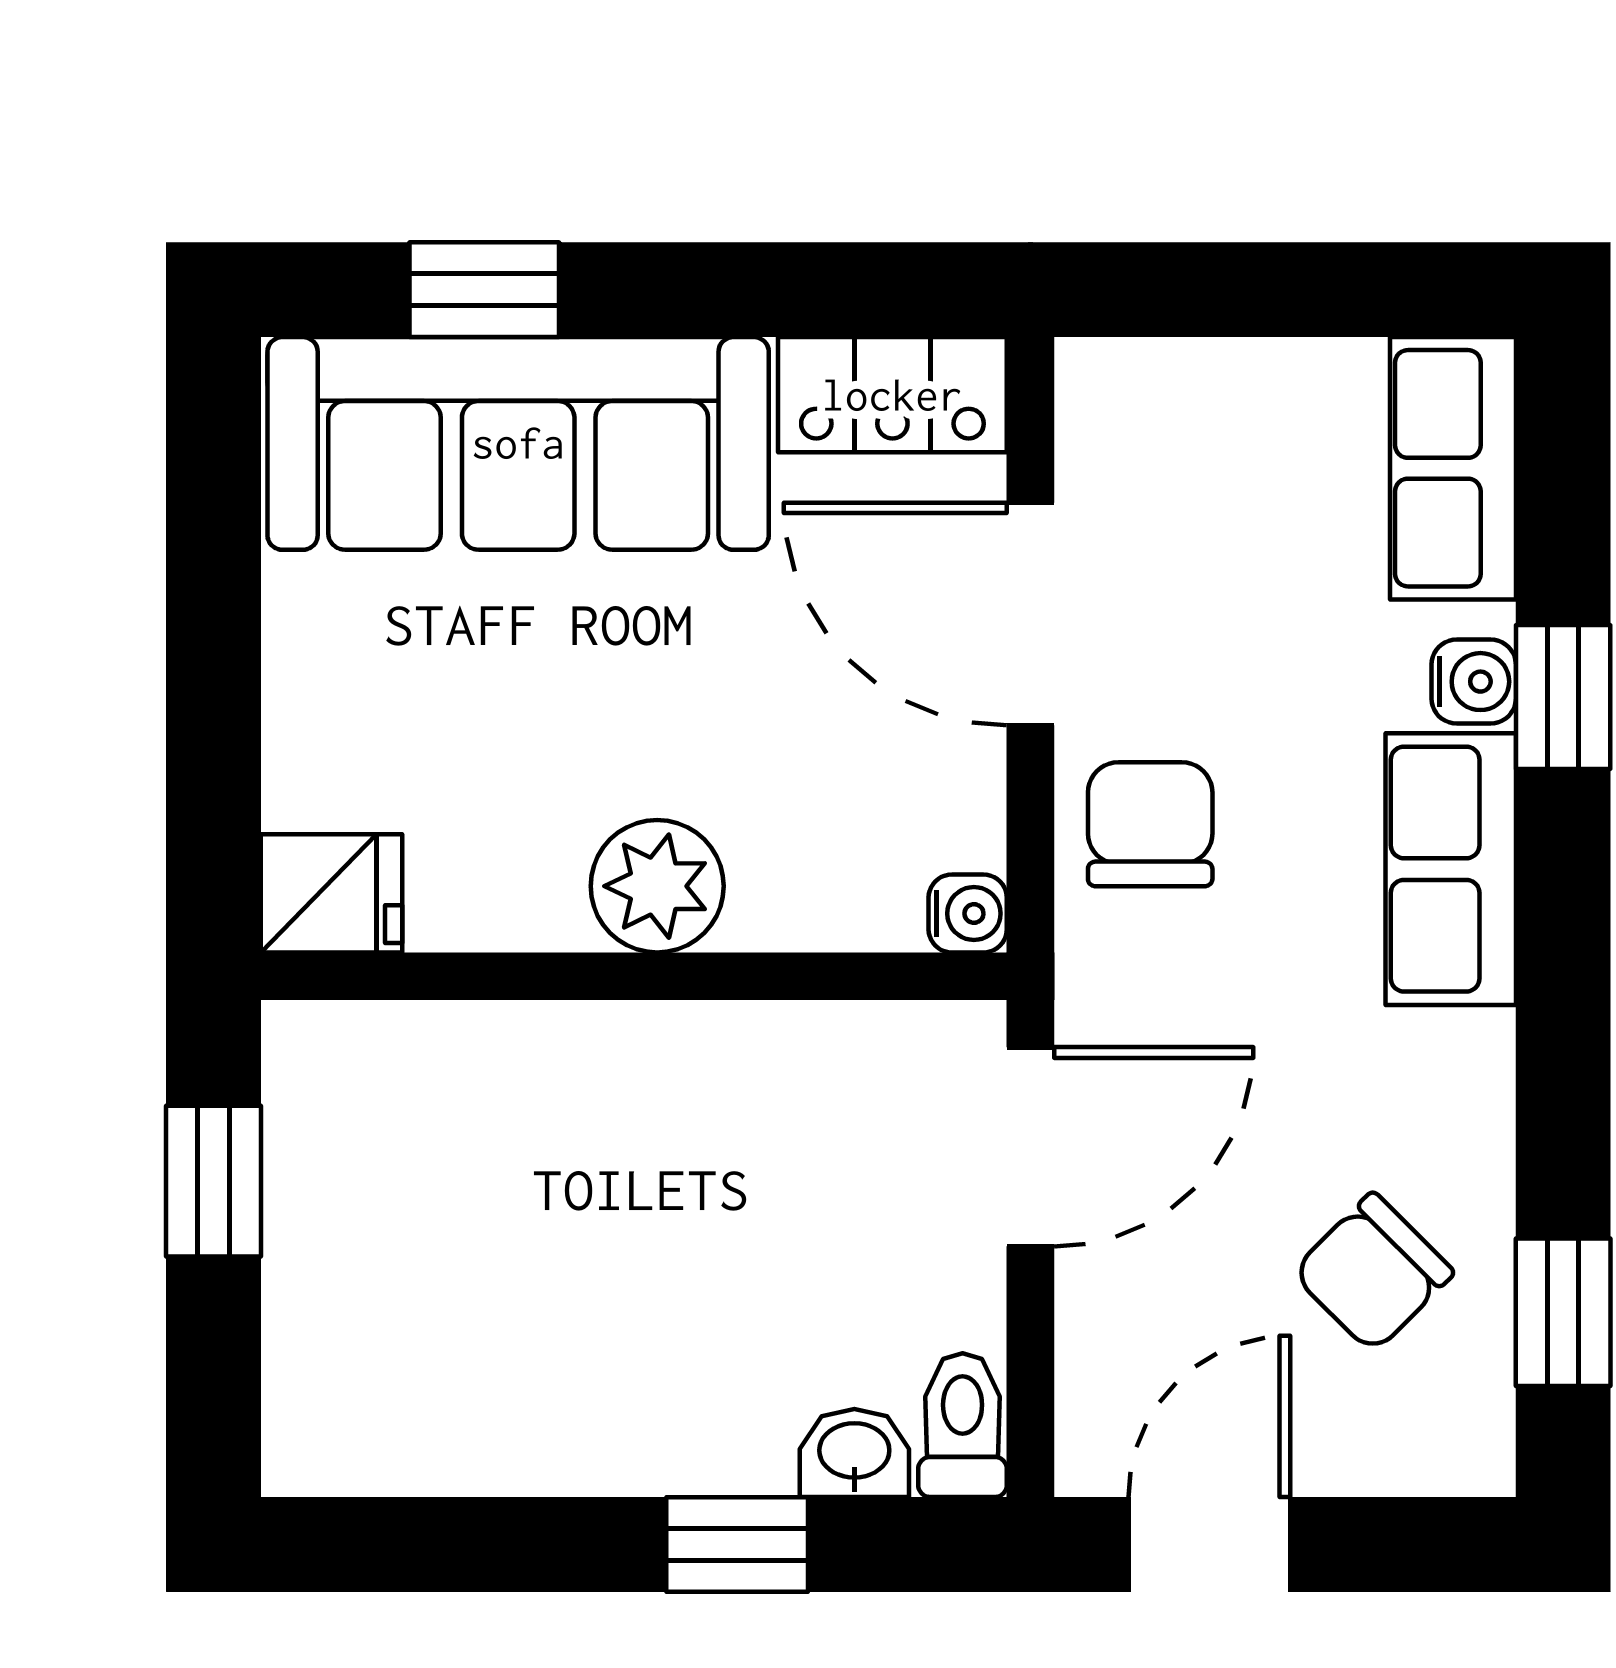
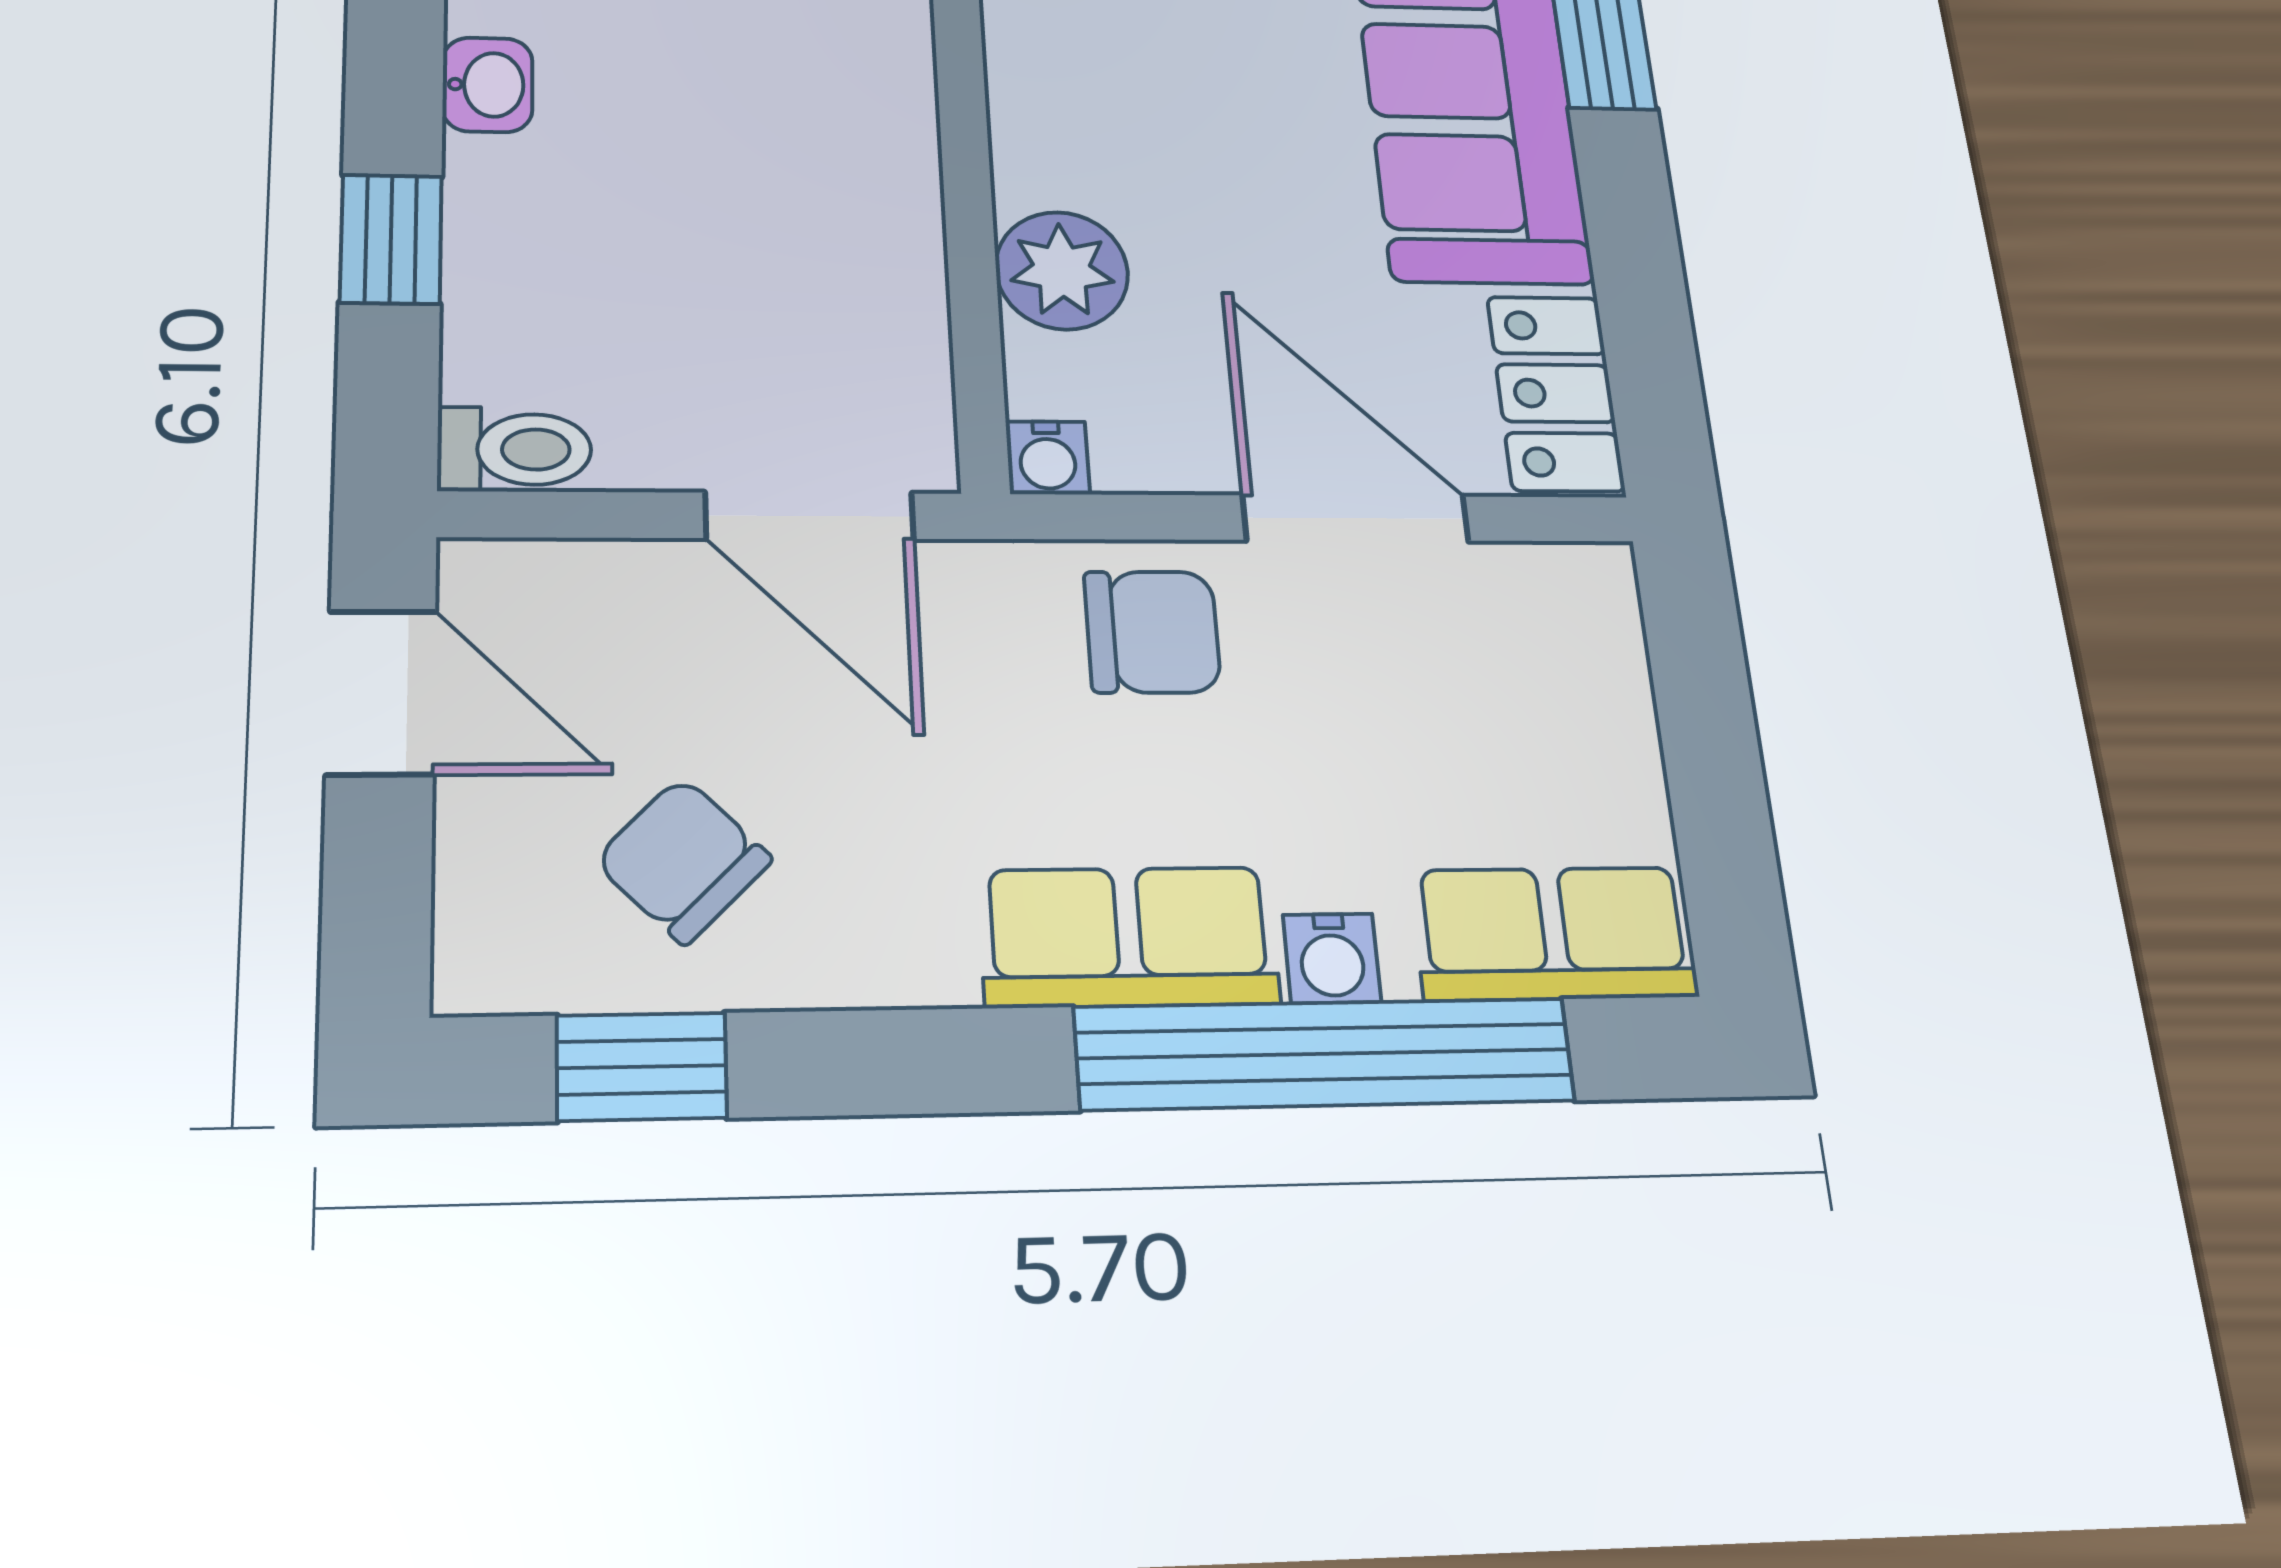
door: (1030, 614) -> (1356, 518), hinge flipped
window: (1563, 697) -> (1325, 1054), width x3.17
plant: (657, 886) -> (1062, 271), moved
washbasin: (854, 1453) -> (487, 85), moved

